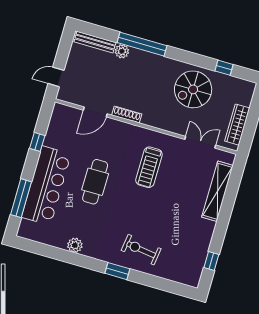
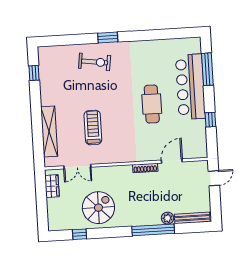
wardrobe: (237, 125) -> (52, 186), width x0.67
treadmill: (149, 167) -> (93, 128), moved
plant: (75, 245) -> (150, 46), removed

